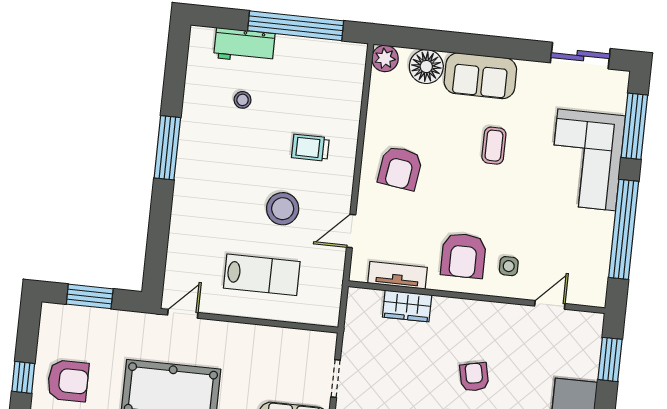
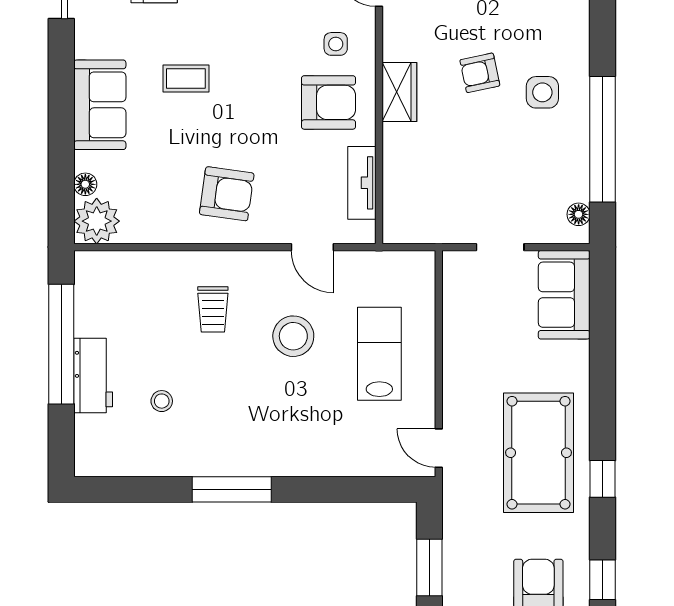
workbench: (244, 46) -> (93, 376), moved
plant: (385, 58) -> (97, 221), width x1.36, depth x1.36
floor lamp: (426, 67) -> (85, 184), width x0.53, depth x0.53
wardrobe: (407, 306) -> (399, 92), moved

